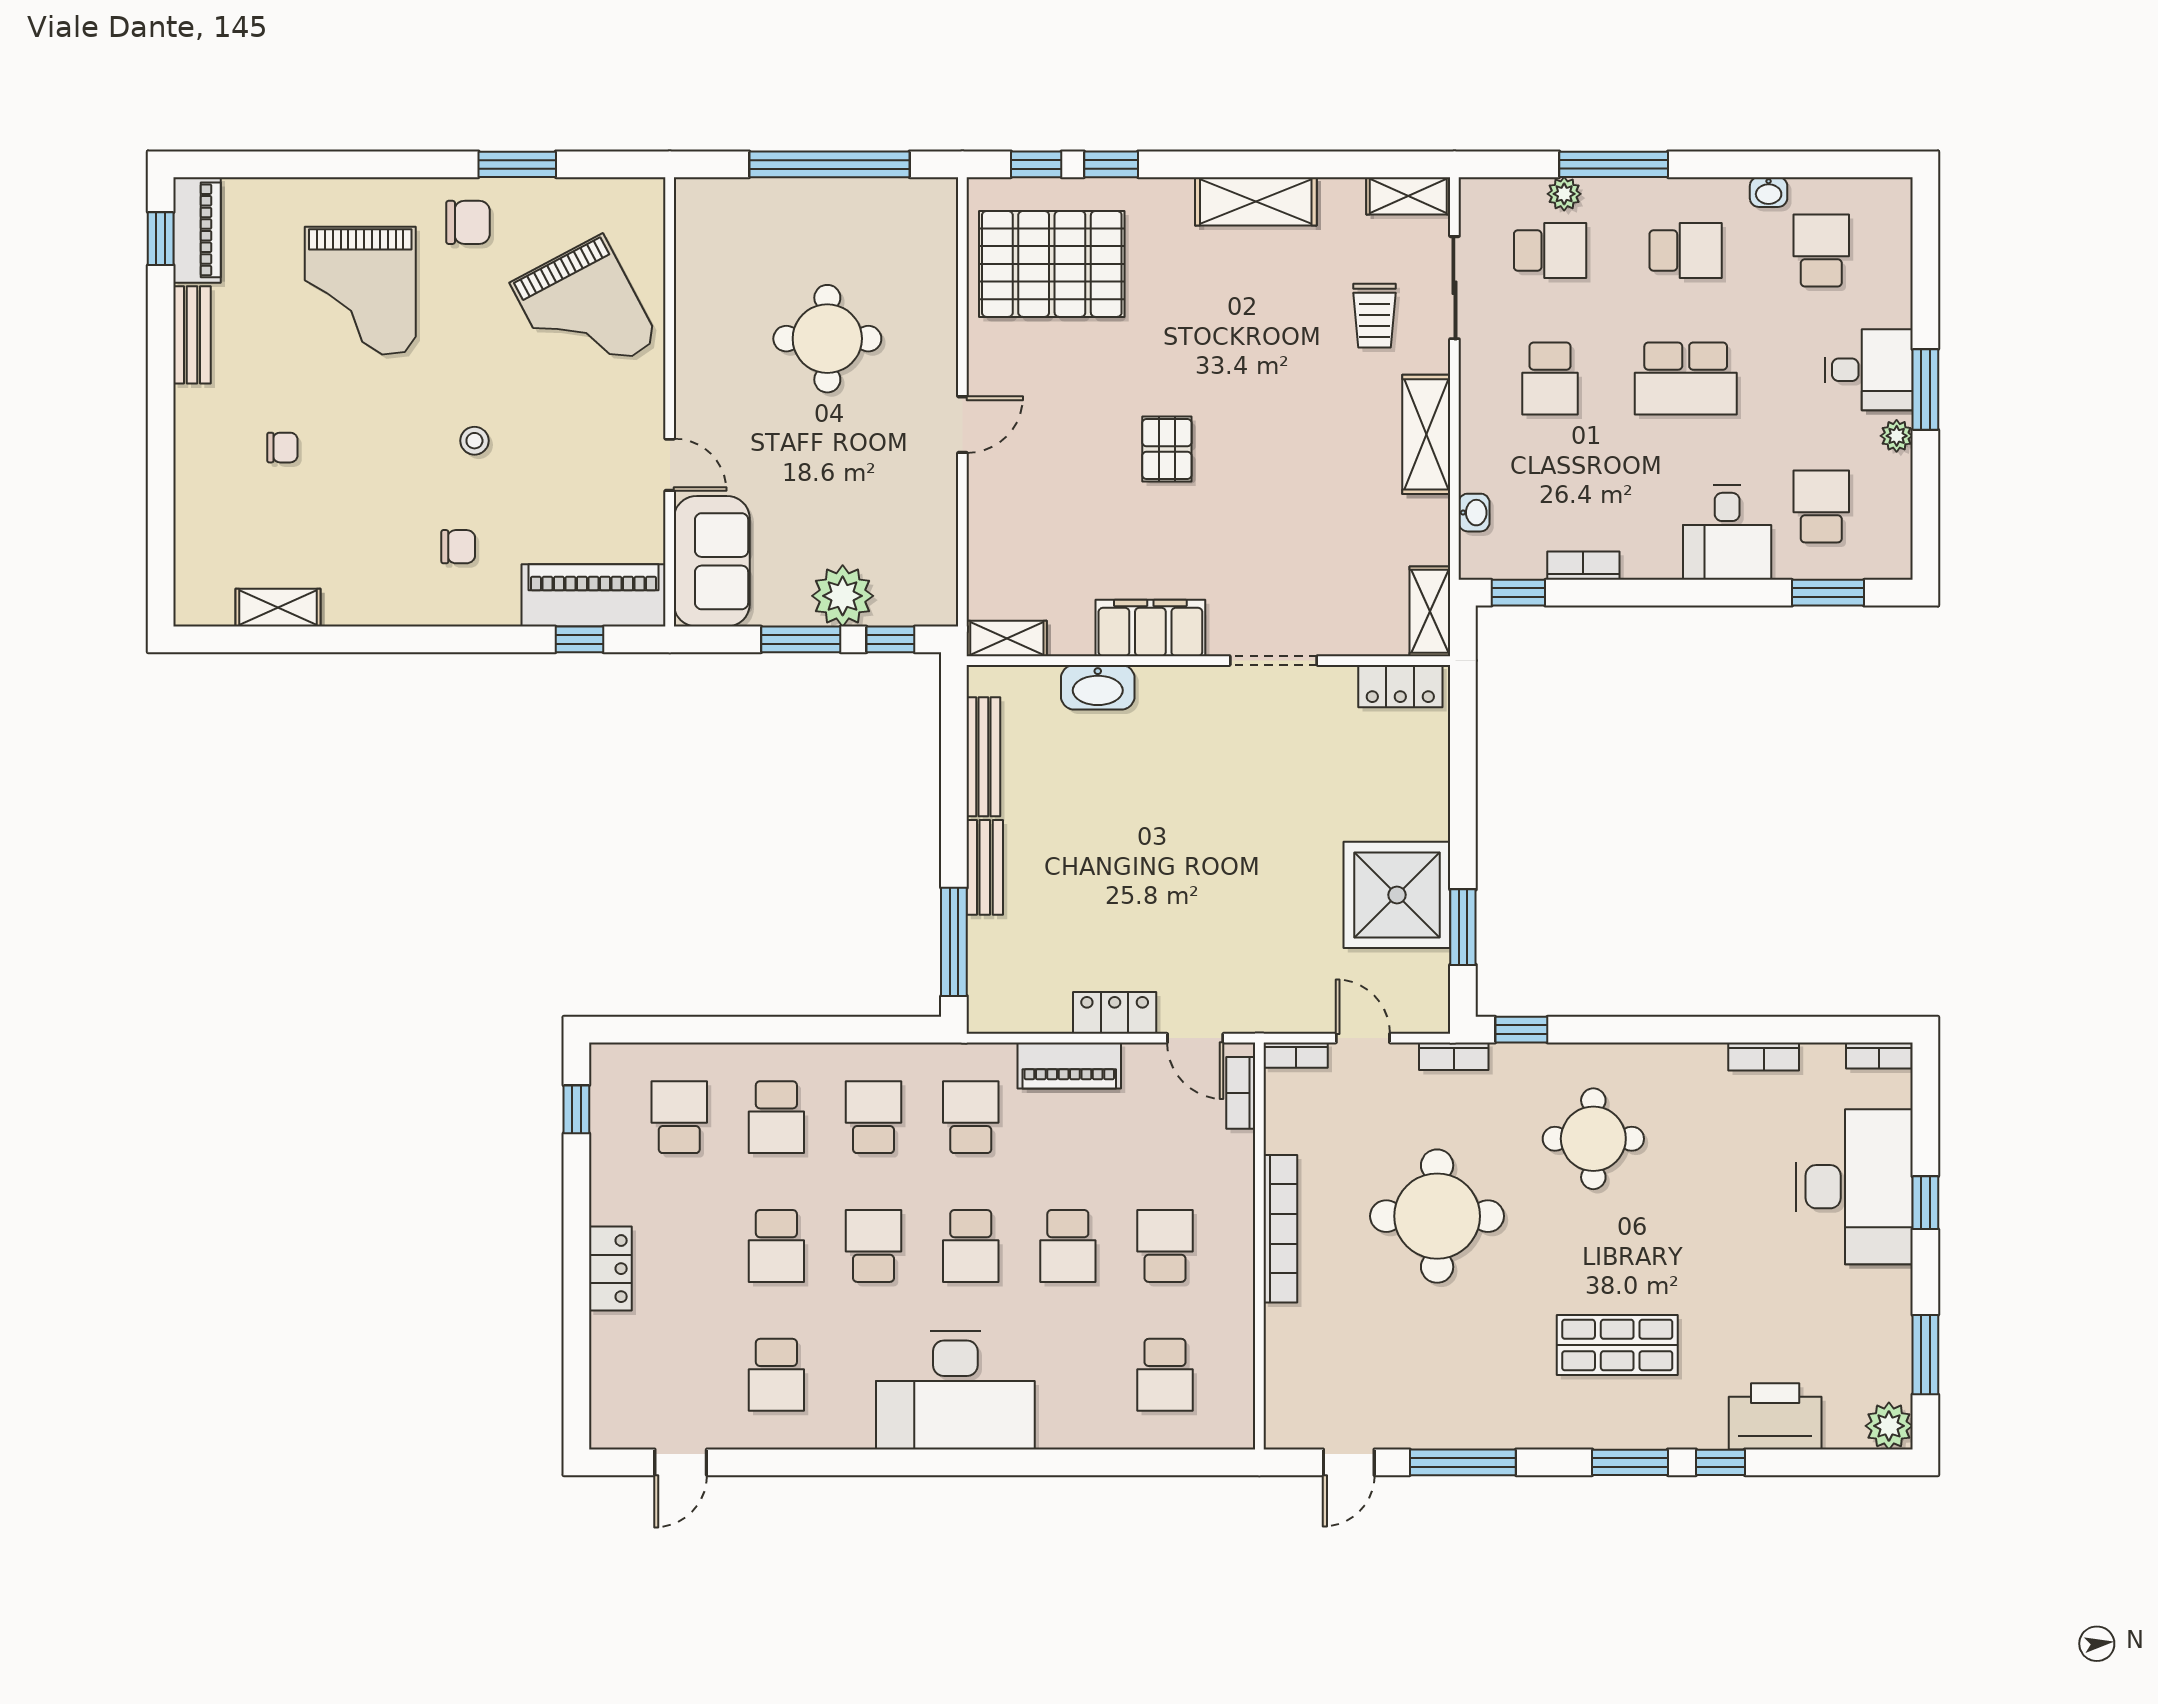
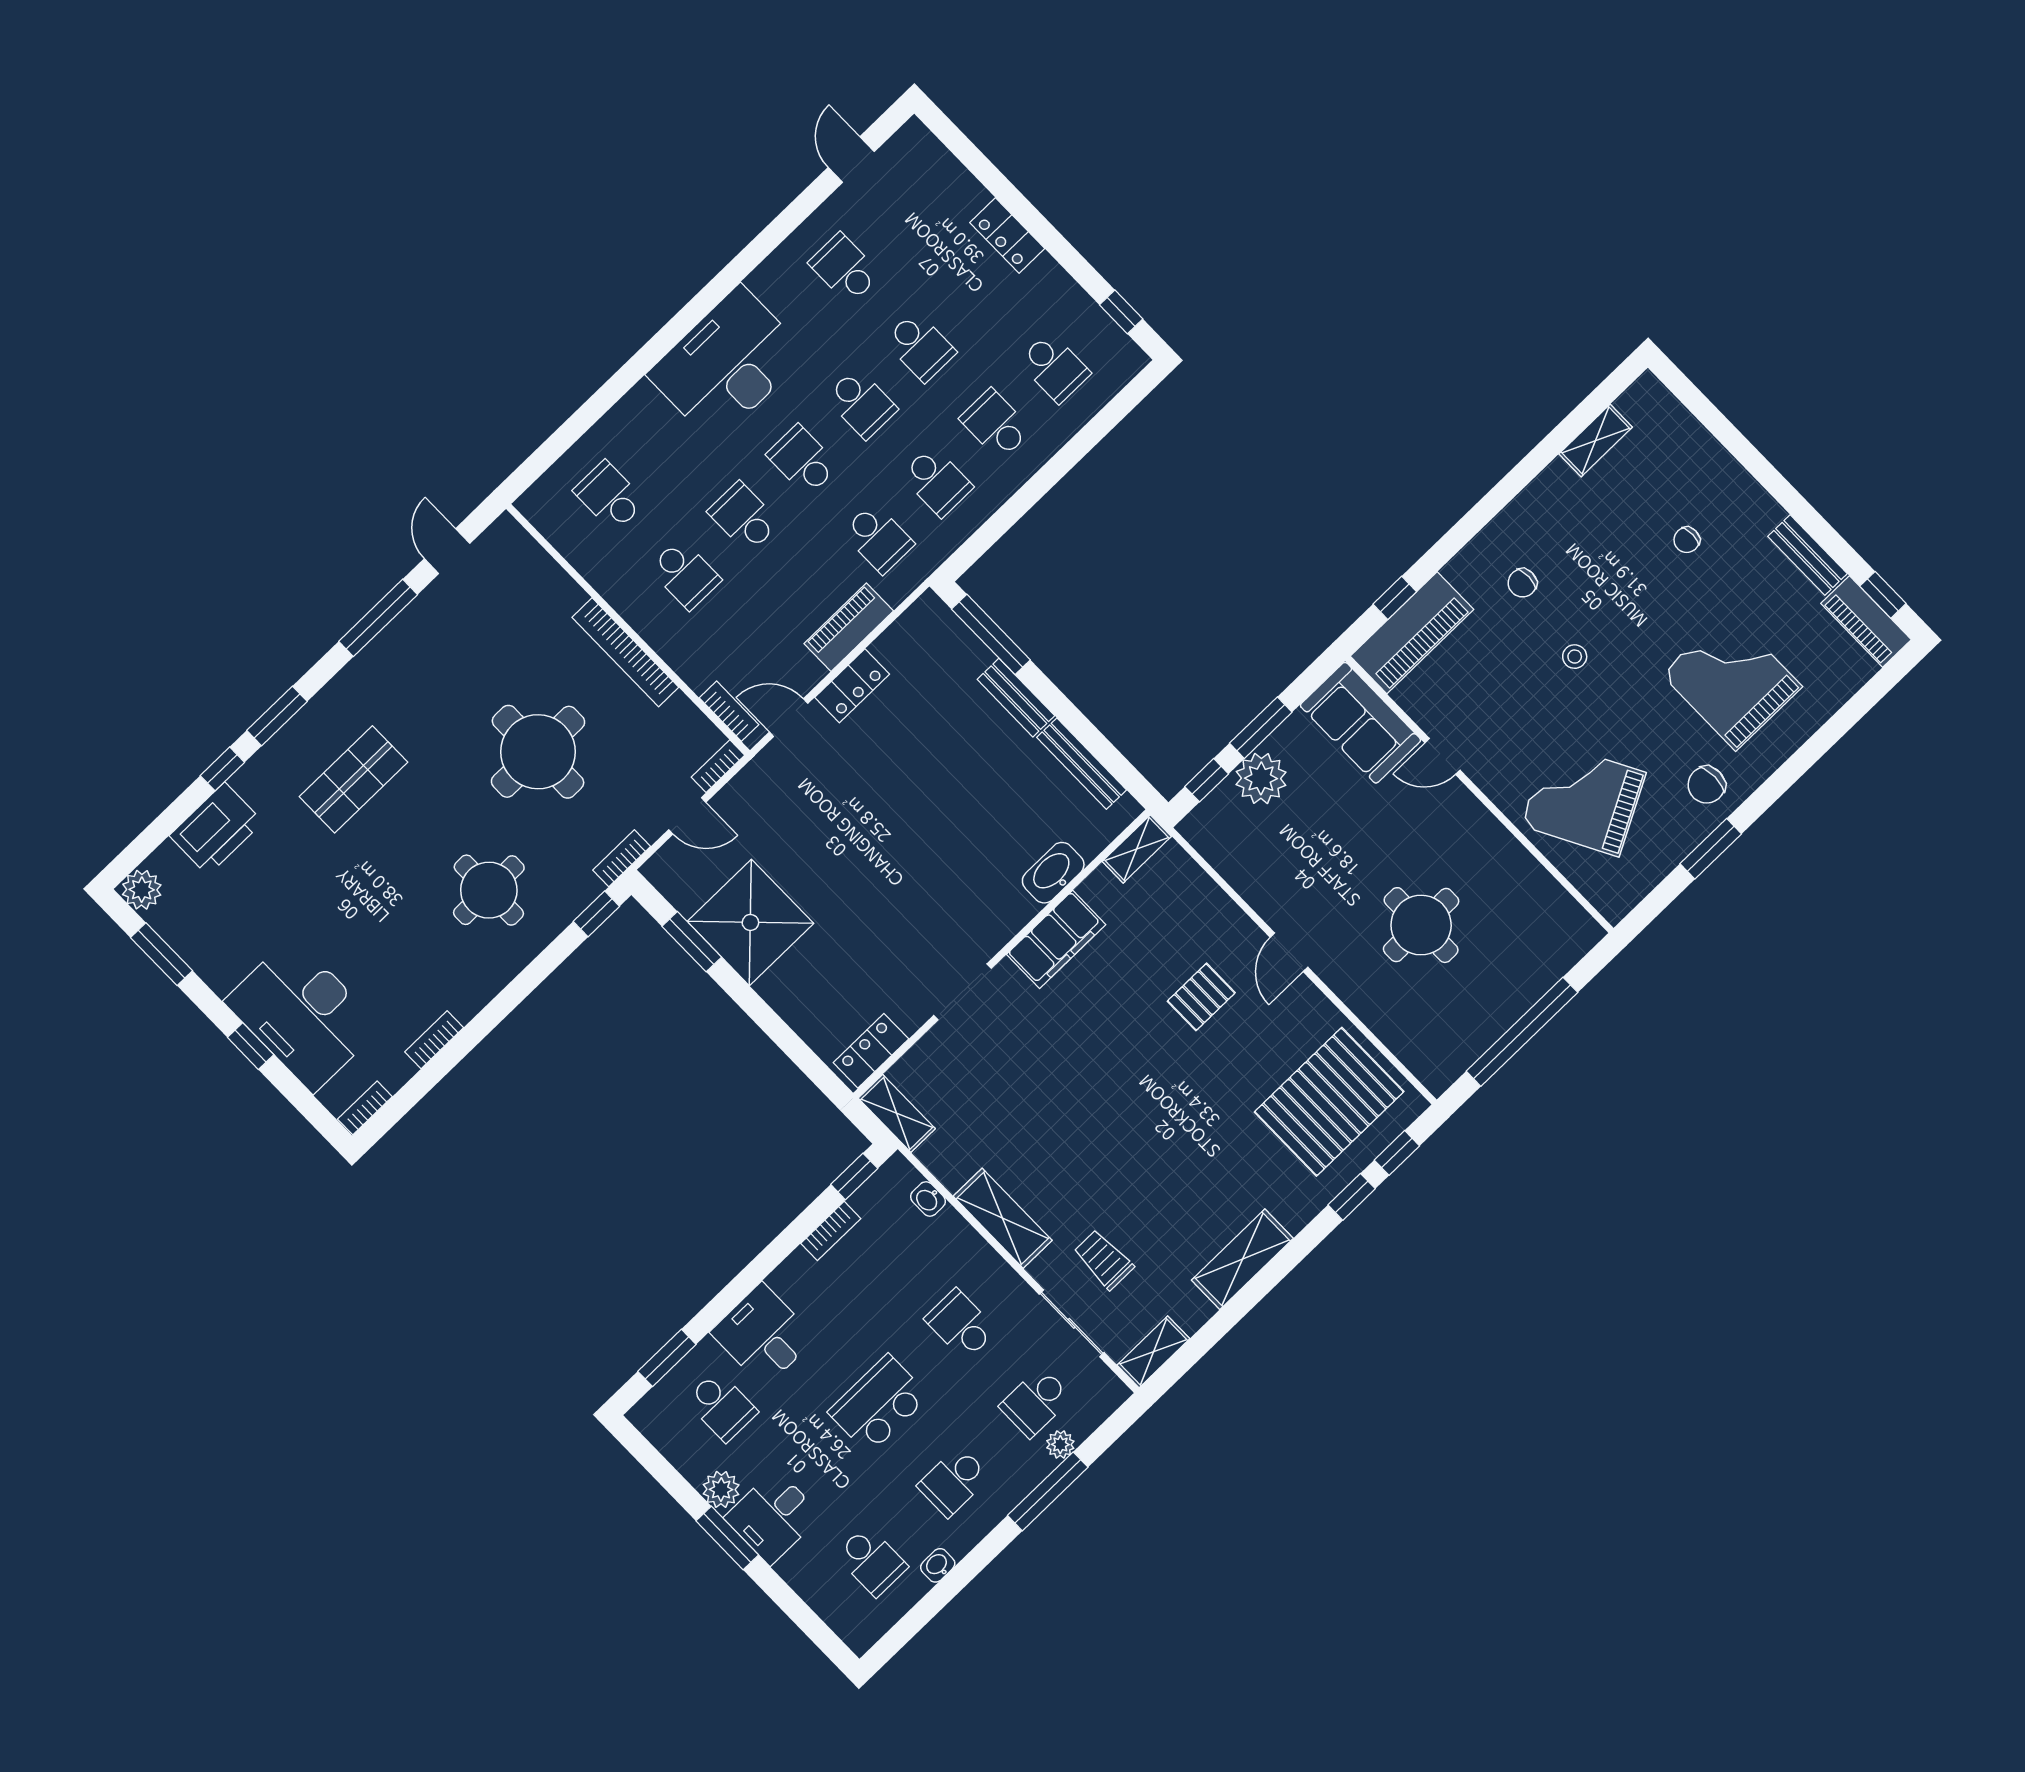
plant: (1897, 436) -> (721, 1489), width x1.38, depth x1.38
pallet: (1167, 449) -> (1201, 997), moved, turned 90
school desk: (776, 1246) -> (920, 346), turned 180

